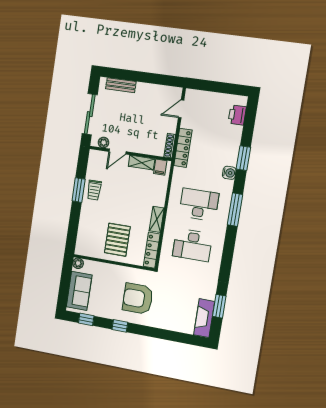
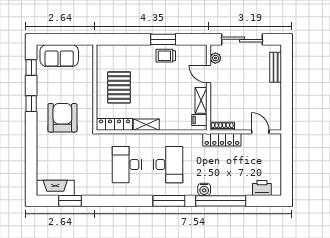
window: (243, 158) -> (221, 201), width x2.11
pallet: (117, 240) -> (119, 87), turned 90
plant: (78, 263) -> (88, 50), removed

